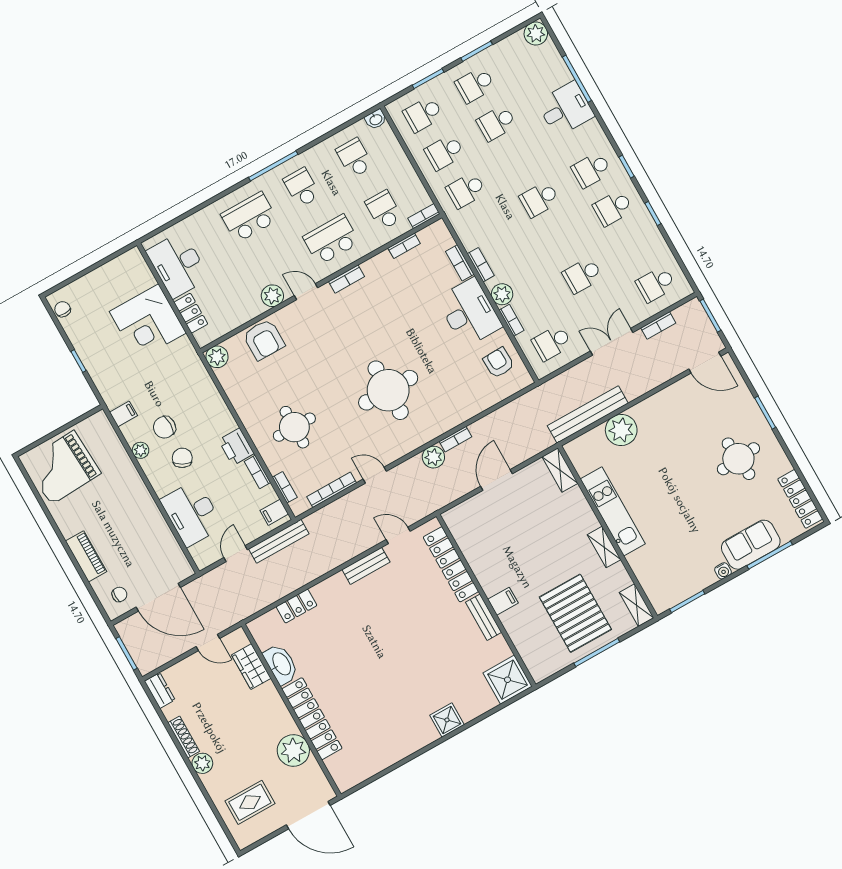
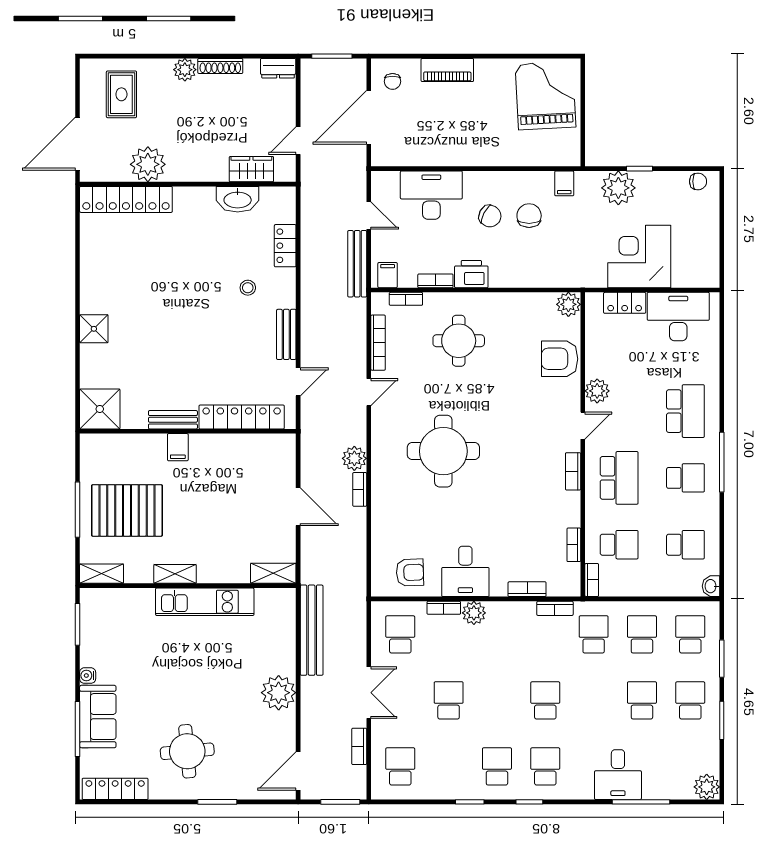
bookcase: (481, 265) -> (555, 608), moved
desk: (469, 313) -> (465, 571), width x0.73
plant: (621, 430) -> (279, 693), moved
plant: (140, 450) -> (618, 188), moved, width x1.88, depth x1.88
stool: (346, 617) -> (248, 288), added
locker: (312, 719) -> (126, 199), moved

